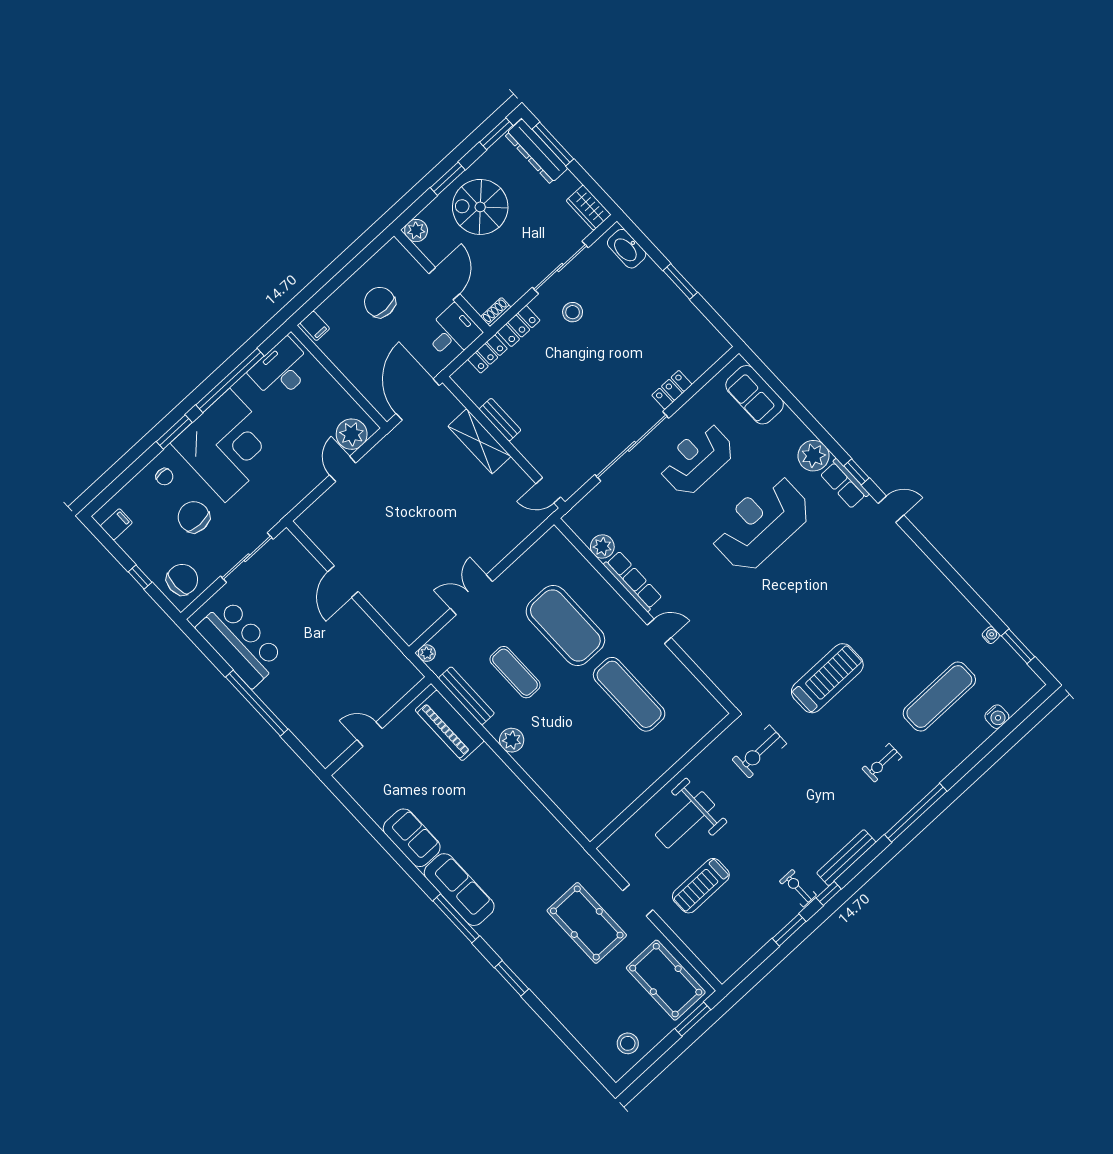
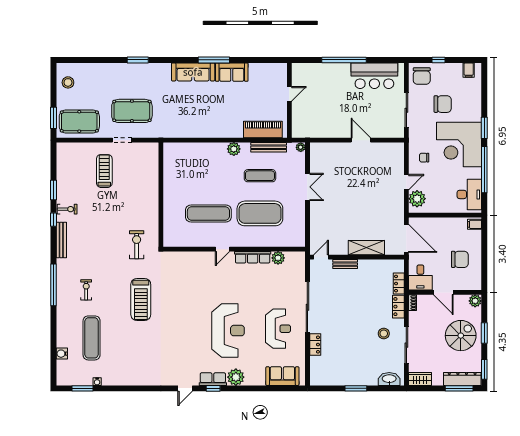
bench: (500, 420) -> (345, 264), moved
door: (343, 469) -> (406, 182), hinge flipped
chair: (165, 477) -> (424, 158), moved
weight bench: (685, 820) -> (137, 189), removed
window: (456, 918) -> (214, 60), moved

